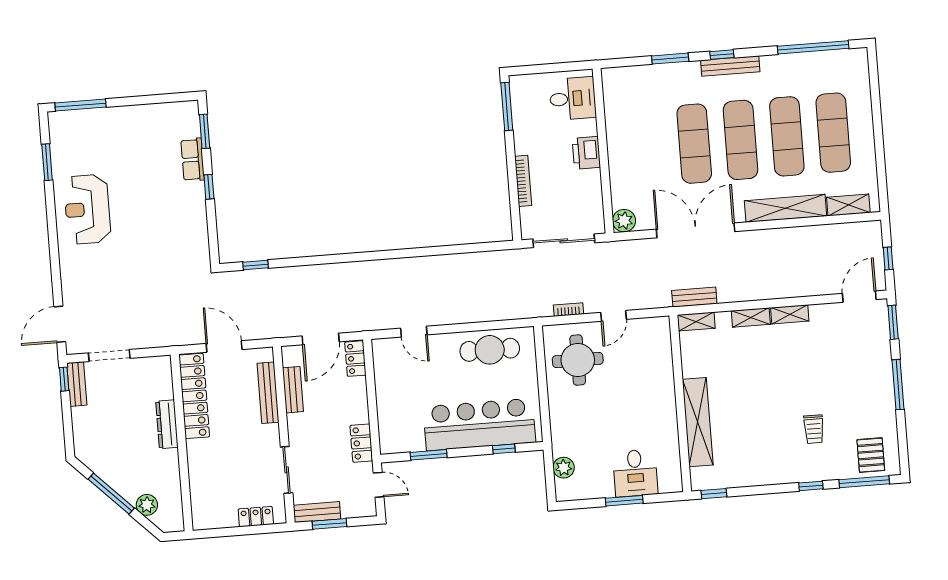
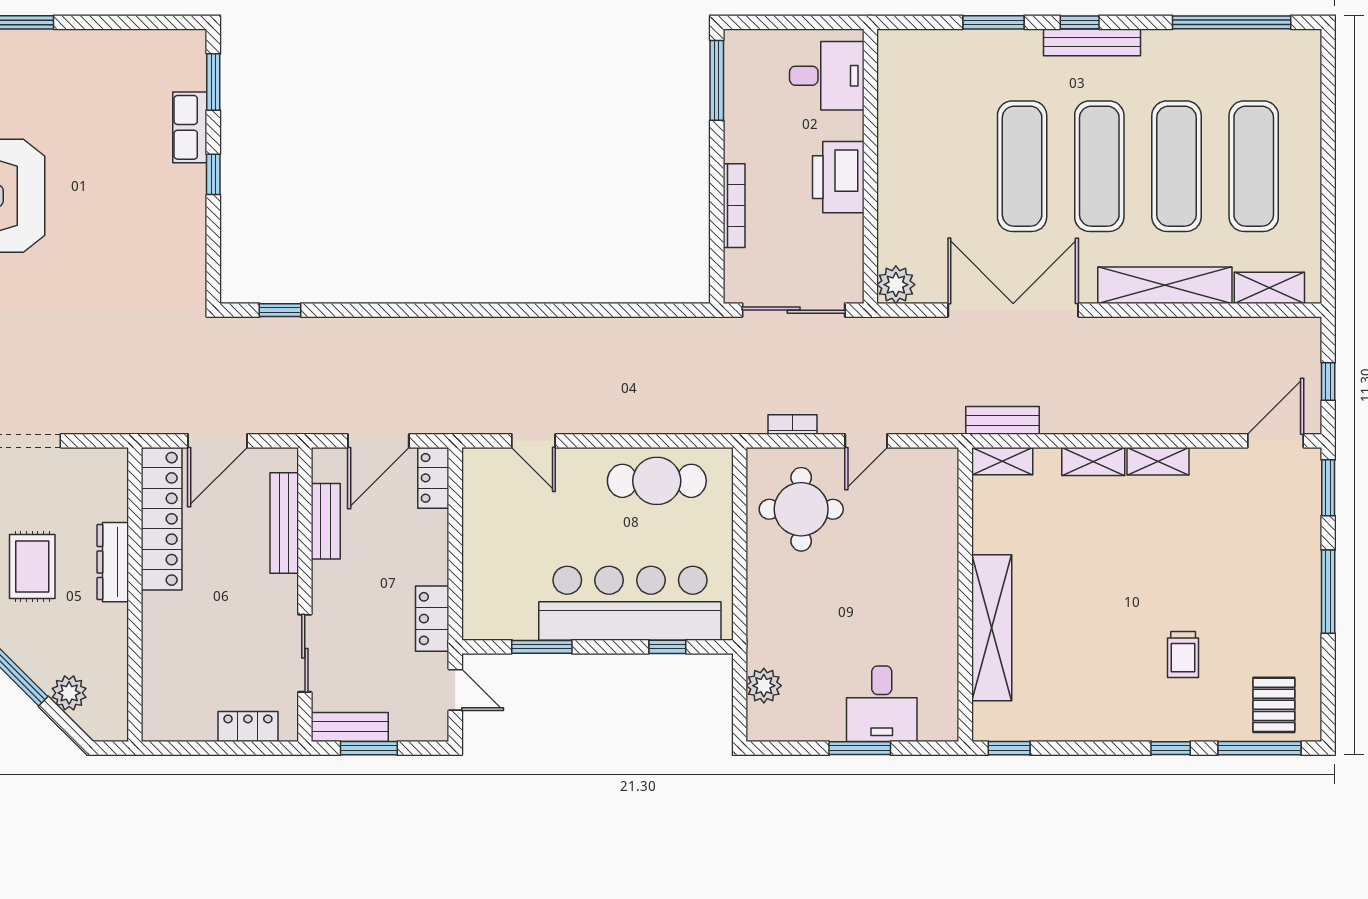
printer: (586, 153) -> (838, 177), width x1.37, depth x1.19
door: (224, 347) -> (217, 441), swing flipped
rug: (119, 431) -> (32, 566), added

